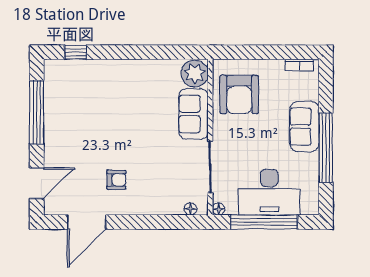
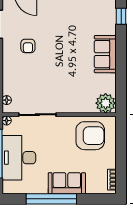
armchair: (239, 94) -> (90, 136), turned 180
sofa: (193, 114) -> (105, 54), moved, turned -90

